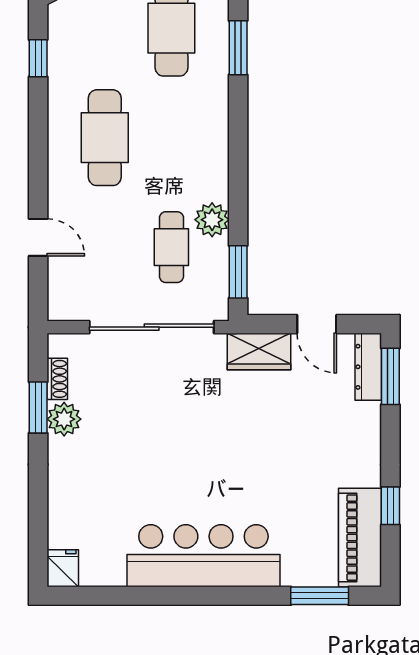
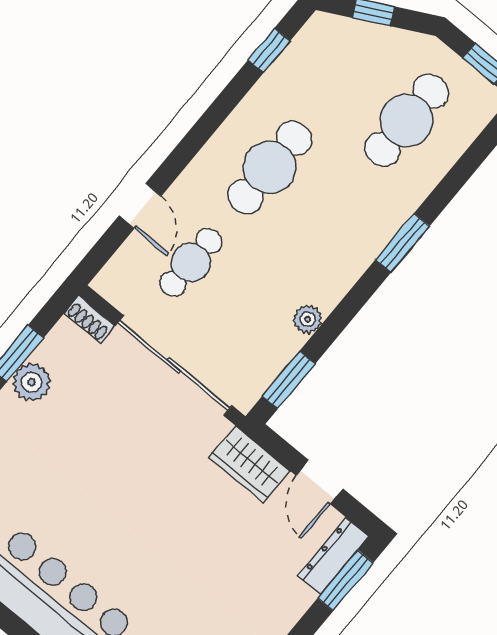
window: (238, 48) -> (403, 243), moved
plant: (212, 220) -> (308, 319), width x0.73, depth x0.73
cafe table: (171, 247) -> (191, 262), moved
shoe rack: (57, 379) -> (90, 319), moved, turned 90

